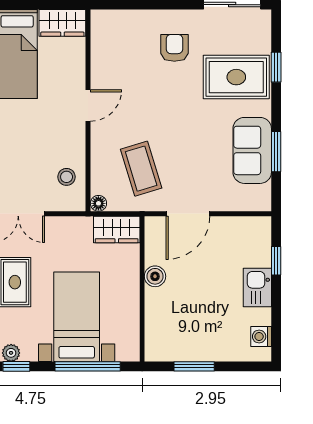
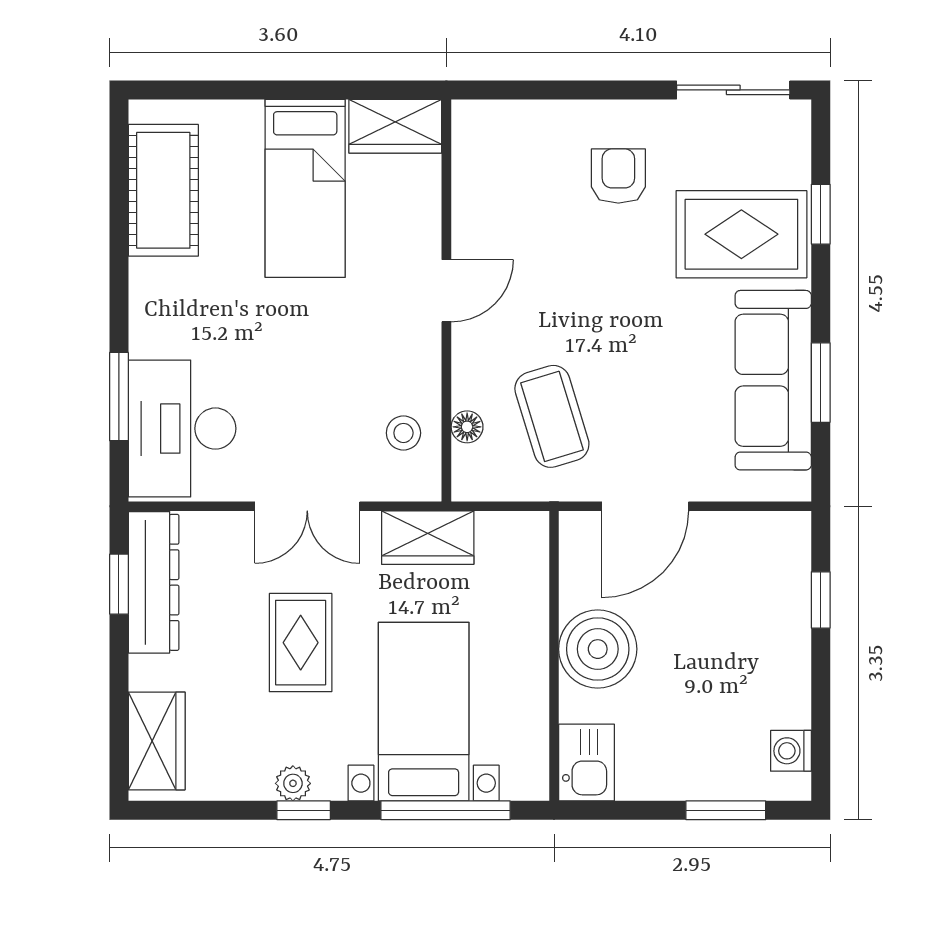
sofa: (252, 150) -> (773, 380), width x1.36
floor lamp: (98, 203) -> (467, 427), moved
wardrobe: (117, 229) -> (428, 538), moved
boiler: (155, 276) -> (598, 649), width x1.86, depth x1.86
kitchen sink: (257, 288) -> (587, 763), moved, turned 180
window: (194, 366) -> (726, 810), moved

